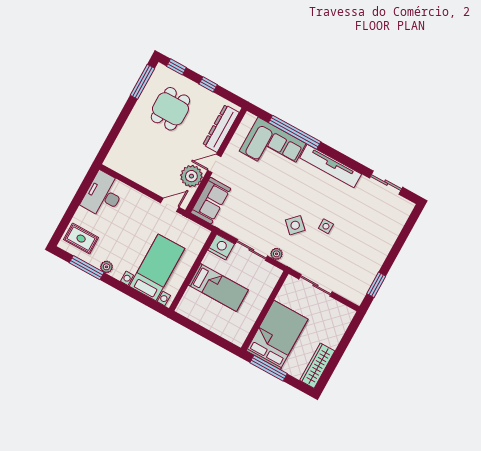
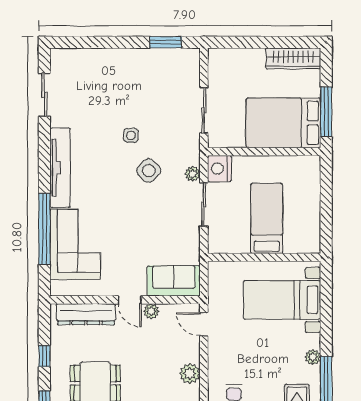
plant: (191, 176) -> (151, 311), width x0.53, depth x0.53
plant: (142, 177) -> (190, 373), added
nightstand: (221, 247) -> (219, 169), moved

